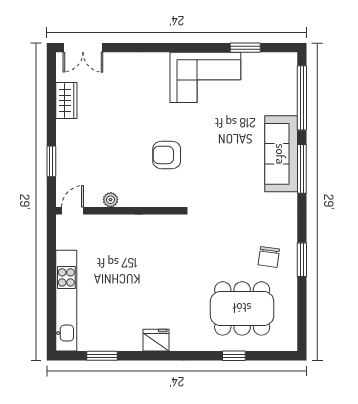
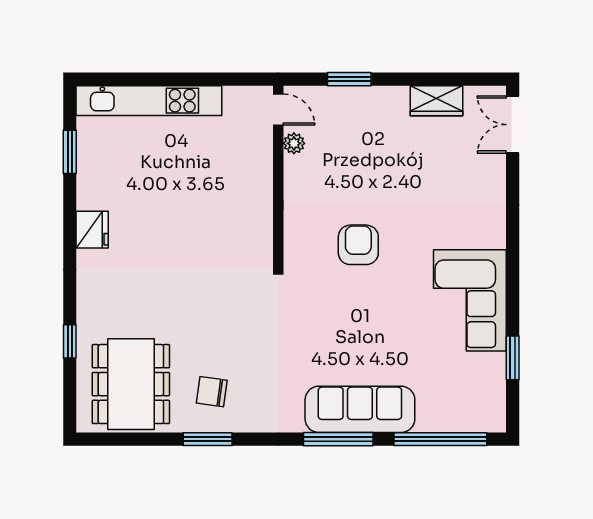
plant: (111, 200) -> (294, 143), moved
dining table: (242, 308) -> (131, 384), moved

